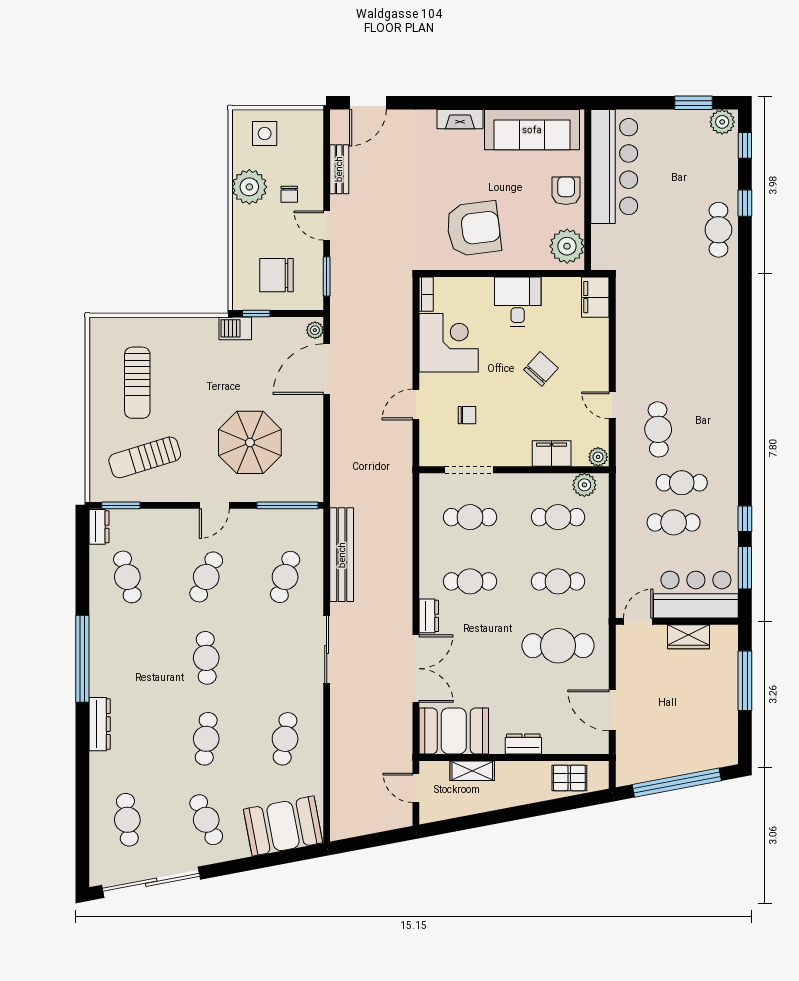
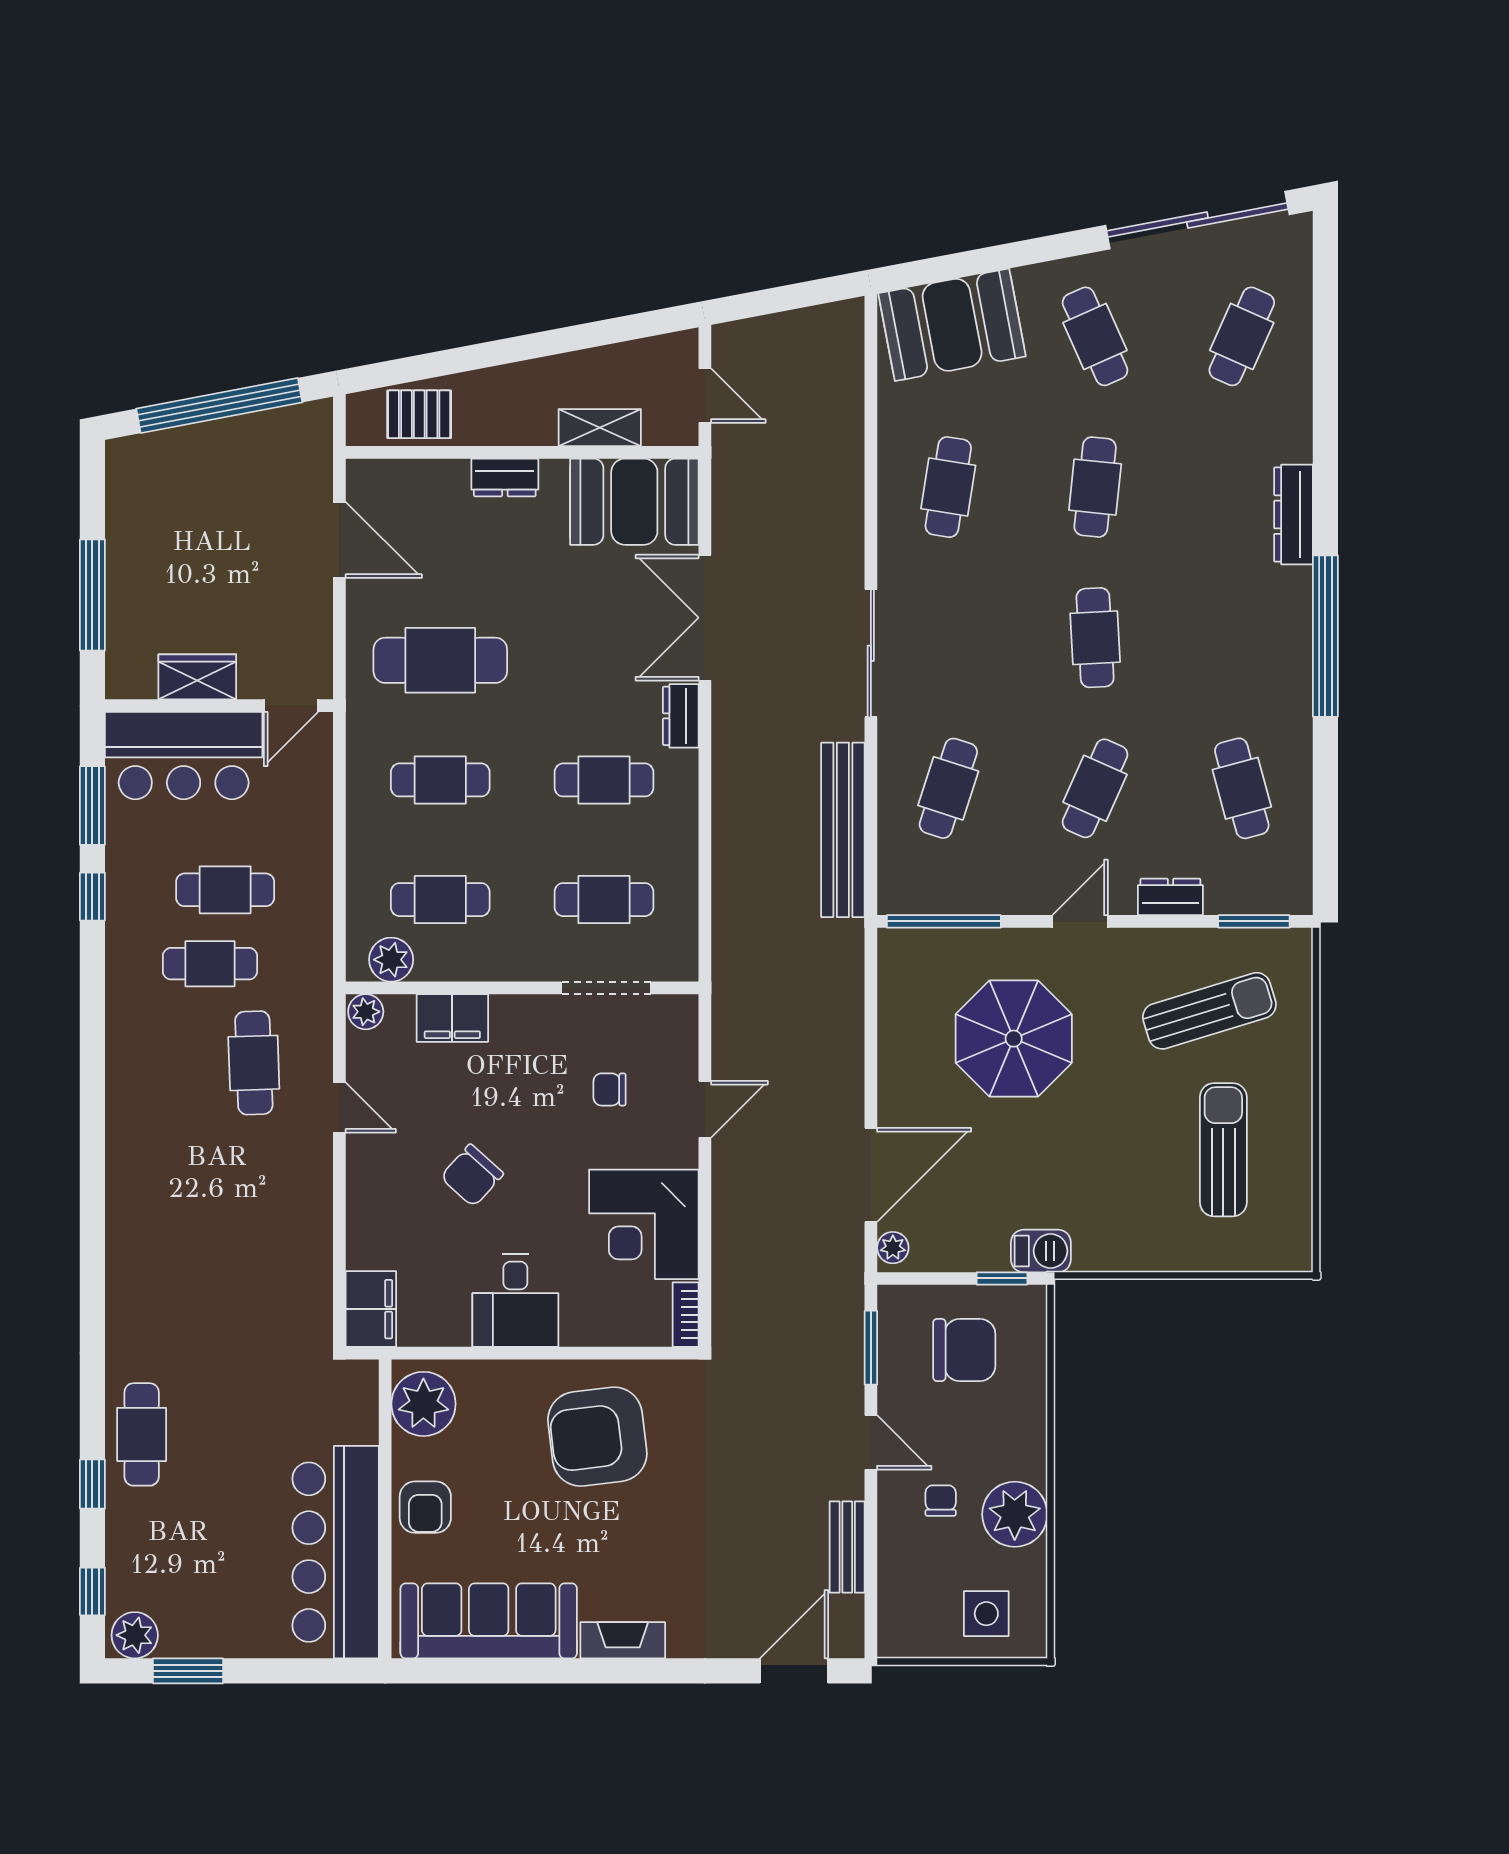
dresser: (99, 527) -> (1170, 897), moved, turned 90
cafe table: (127, 820) -> (1242, 336), turned 30

